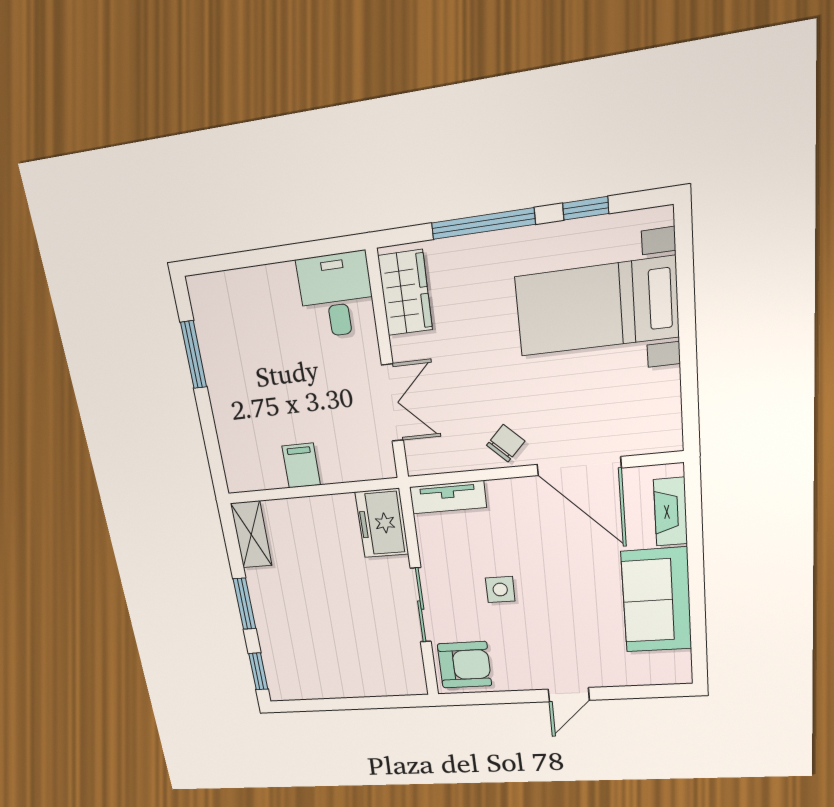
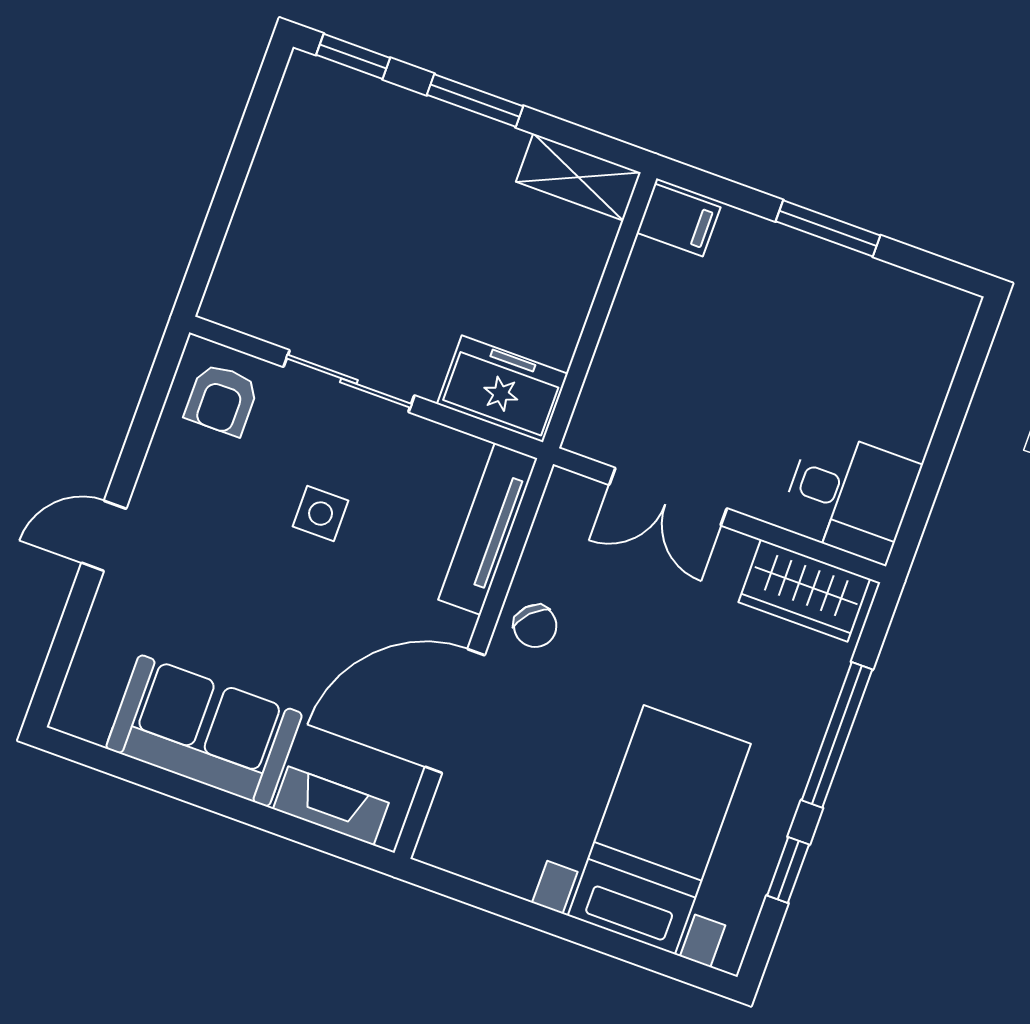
window: (194, 355) -> (828, 228), moved
filing cabinet: (301, 465) -> (679, 220), moved
tv unit: (448, 497) -> (488, 529), width x1.41
armchair: (465, 665) -> (222, 399), width x0.72, depth x0.72
door: (569, 695) -> (104, 536), hinge flipped

